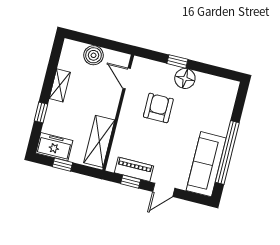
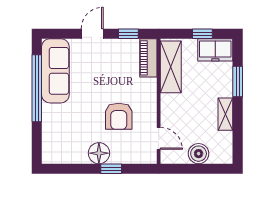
window: (41, 113) -> (238, 82), width x1.50
piano: (134, 169) -> (148, 58), moved, turned 90

